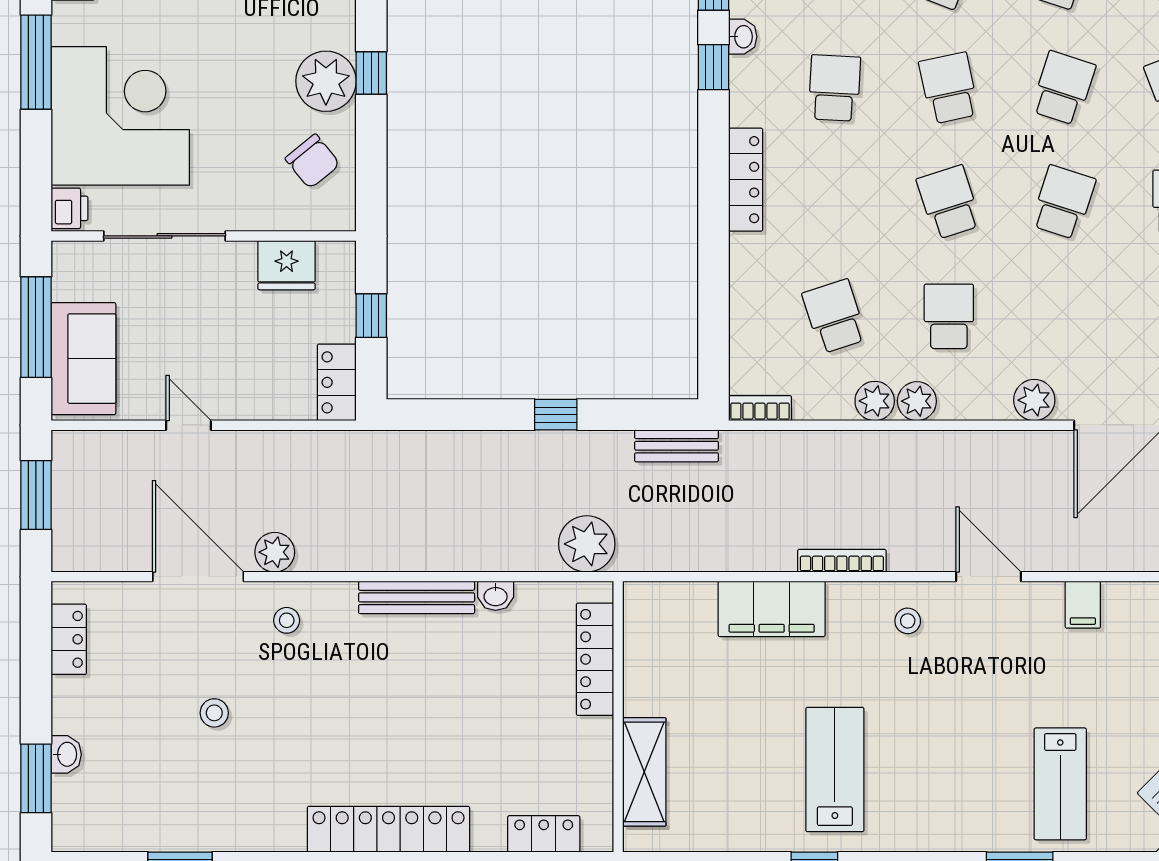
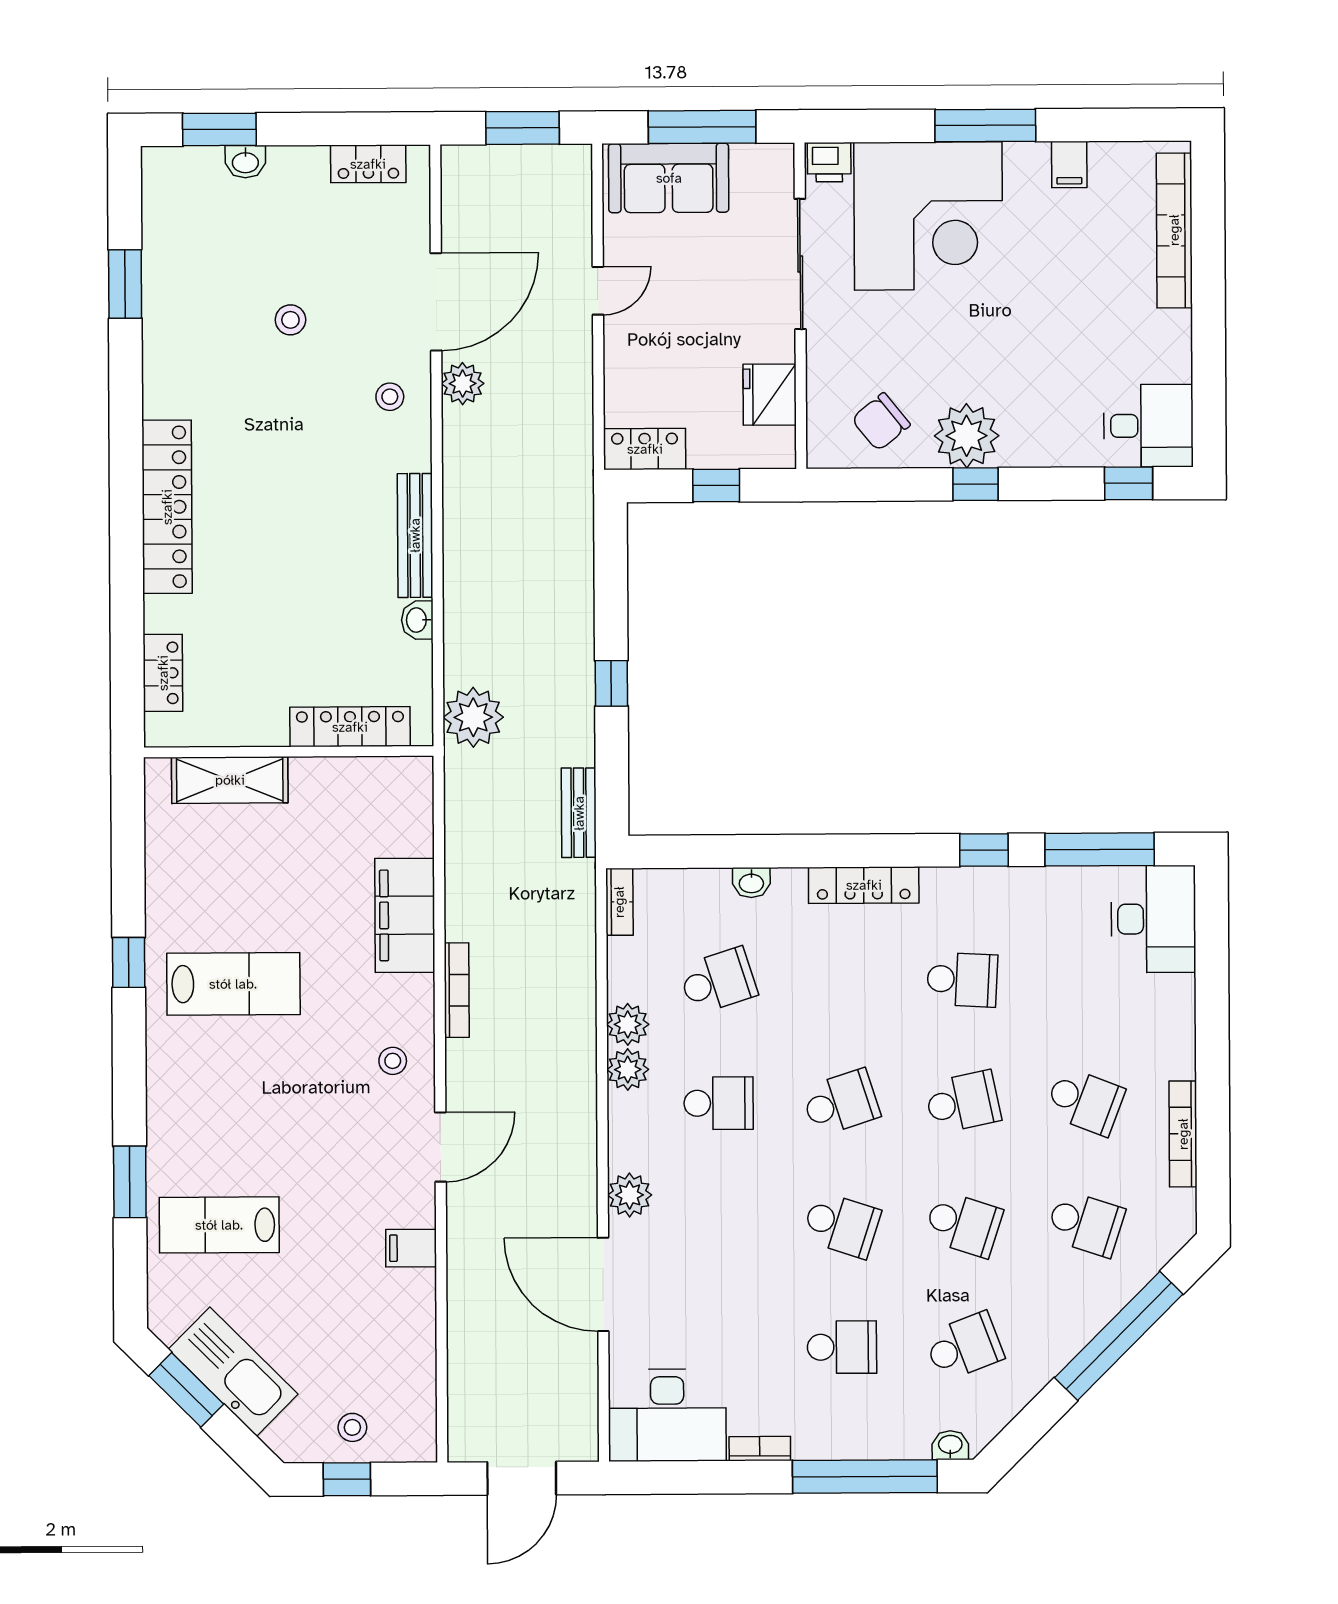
washbasin: (743, 37) -> (751, 883), moved

